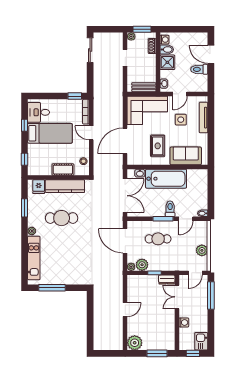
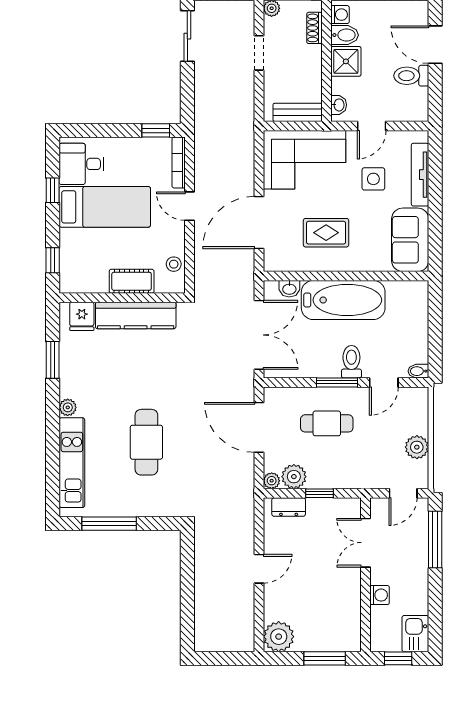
rug: (158, 146) -> (326, 233), turned 90
sofa: (186, 156) -> (410, 240), moved, turned -90
cafe table: (62, 218) -> (146, 442), moved, turned 90
dresser: (167, 280) -> (289, 507), moved

